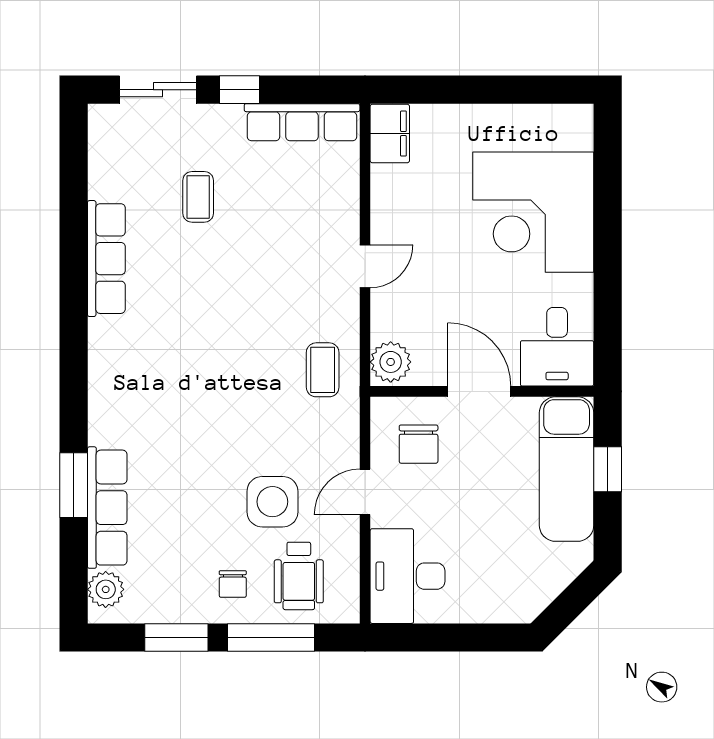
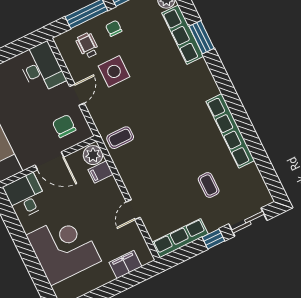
filing cabinet: (390, 134) -> (125, 265), moved, turned 90
row of seats: (106, 259) -> (230, 131), width x1.36
door: (365, 266) -> (133, 210), moved
filing cabinet: (392, 323) -> (101, 172), added
coffee table: (323, 370) -> (120, 138), turned 90
wheelchair: (299, 576) -> (87, 45), width x0.73, depth x0.73

